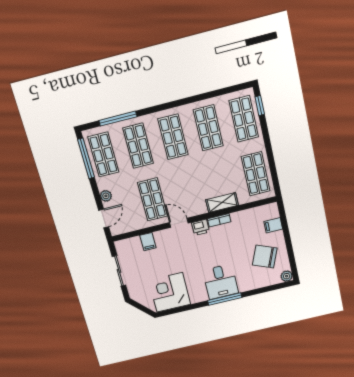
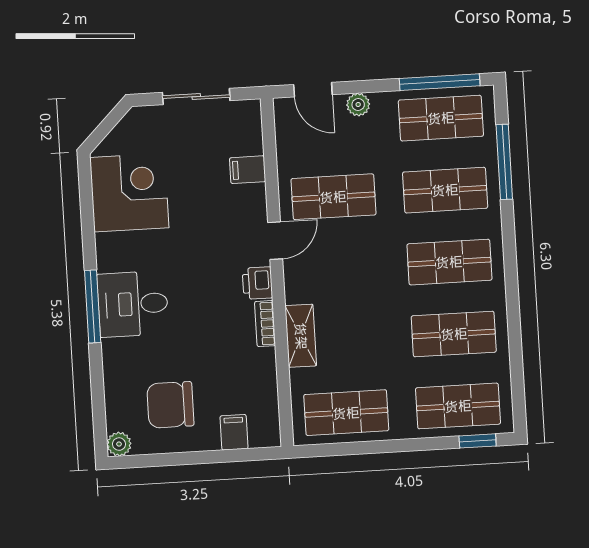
chair: (265, 257) -> (170, 405), turned -112

